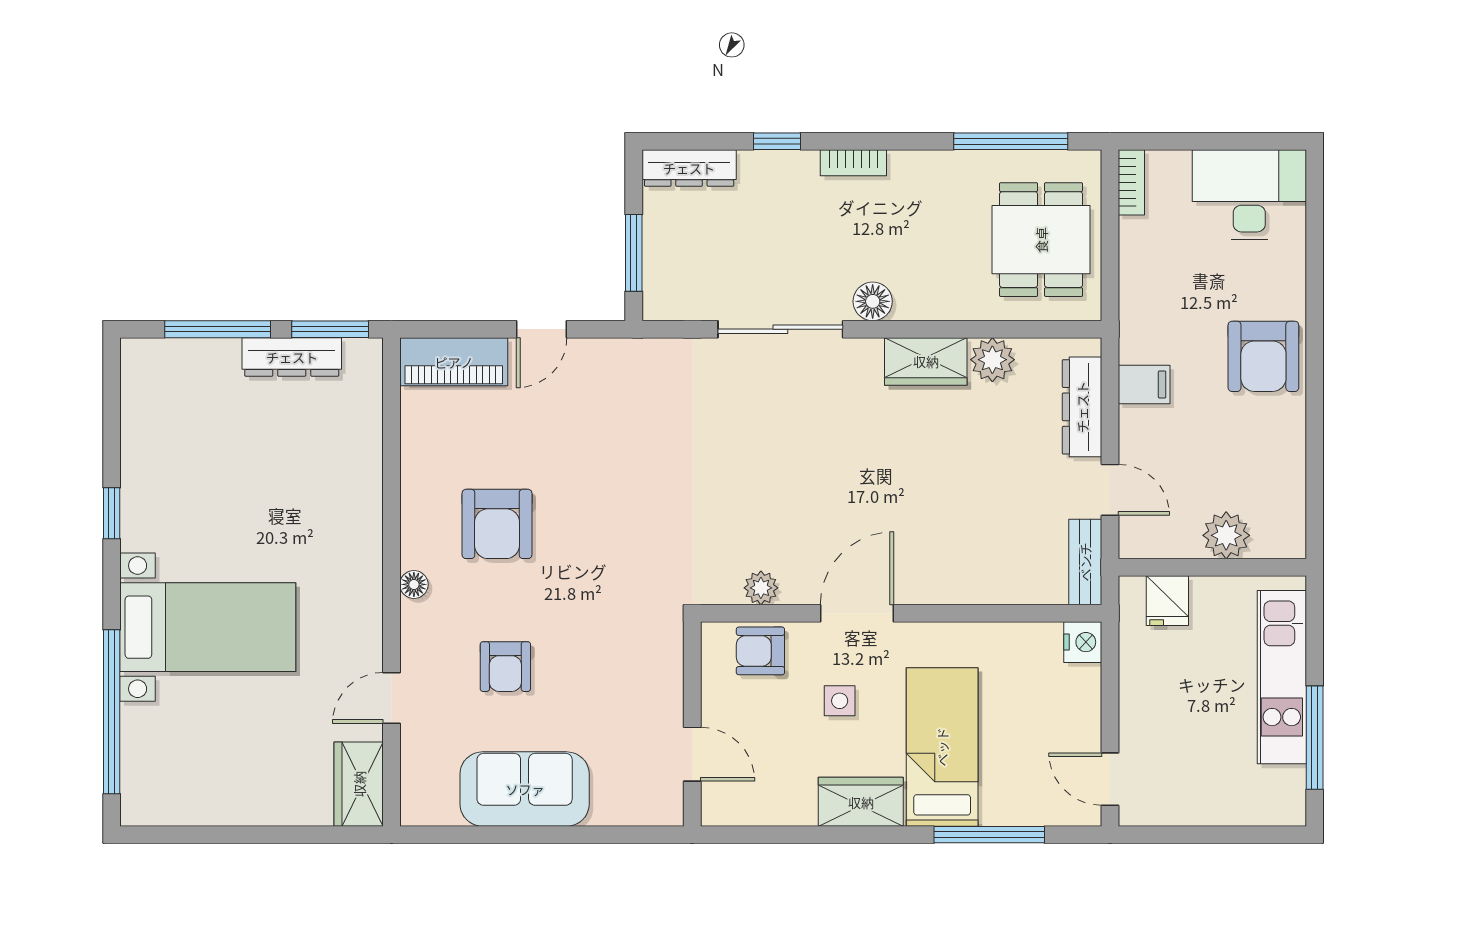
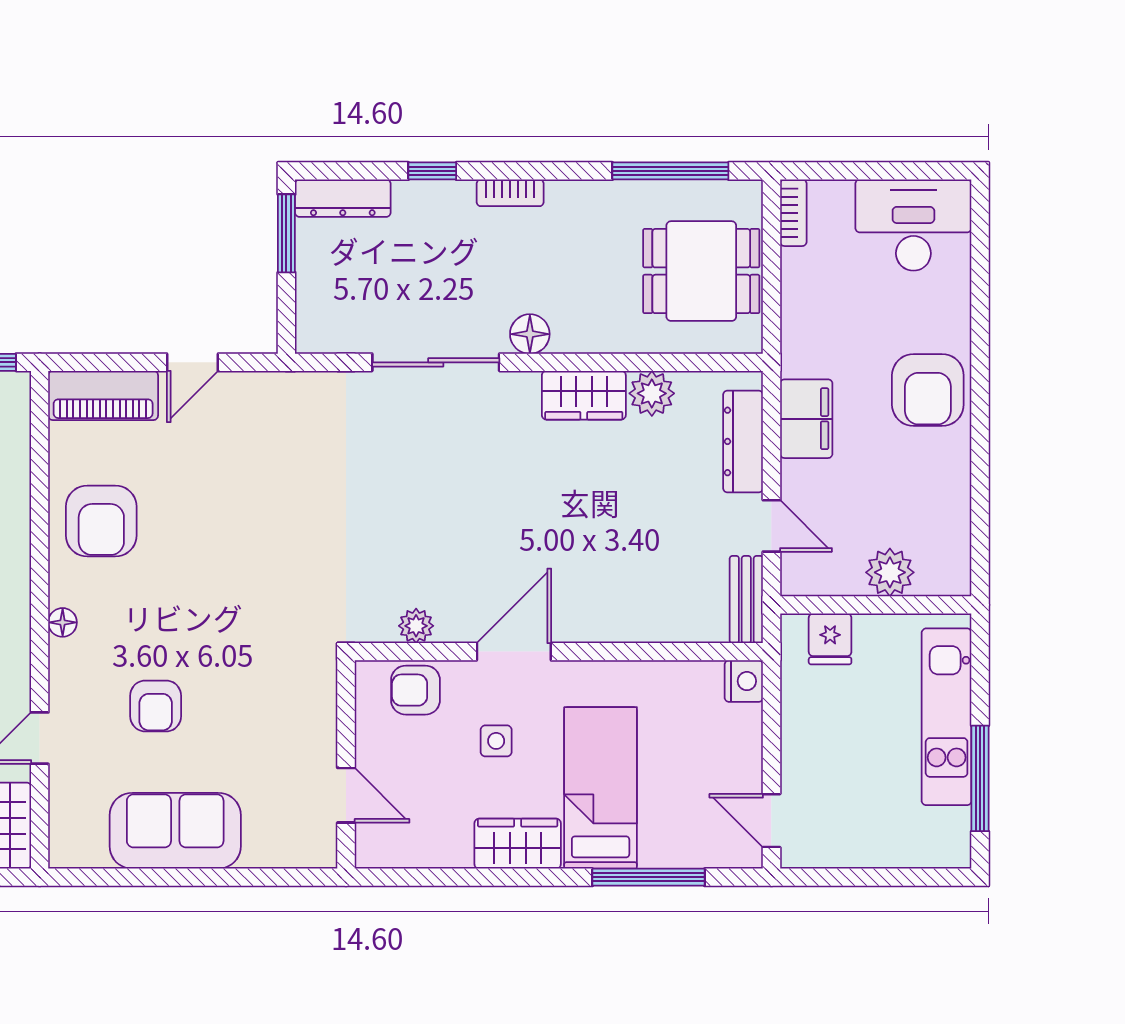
dining table: (1041, 240) -> (701, 271), turned 90
window: (634, 253) -> (286, 233), moved
filing cabinet: (1144, 384) -> (806, 419), width x2.00
armchair: (497, 524) -> (101, 521), moved

